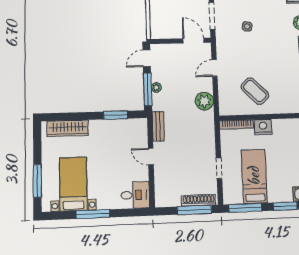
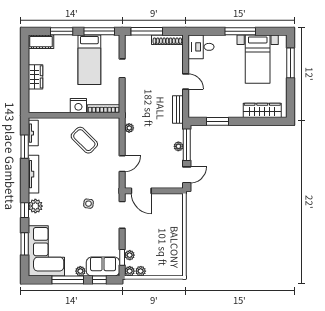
plant: (204, 101) -> (129, 128), width x0.53, depth x0.53
shoe rack: (199, 200) -> (167, 40), moved

